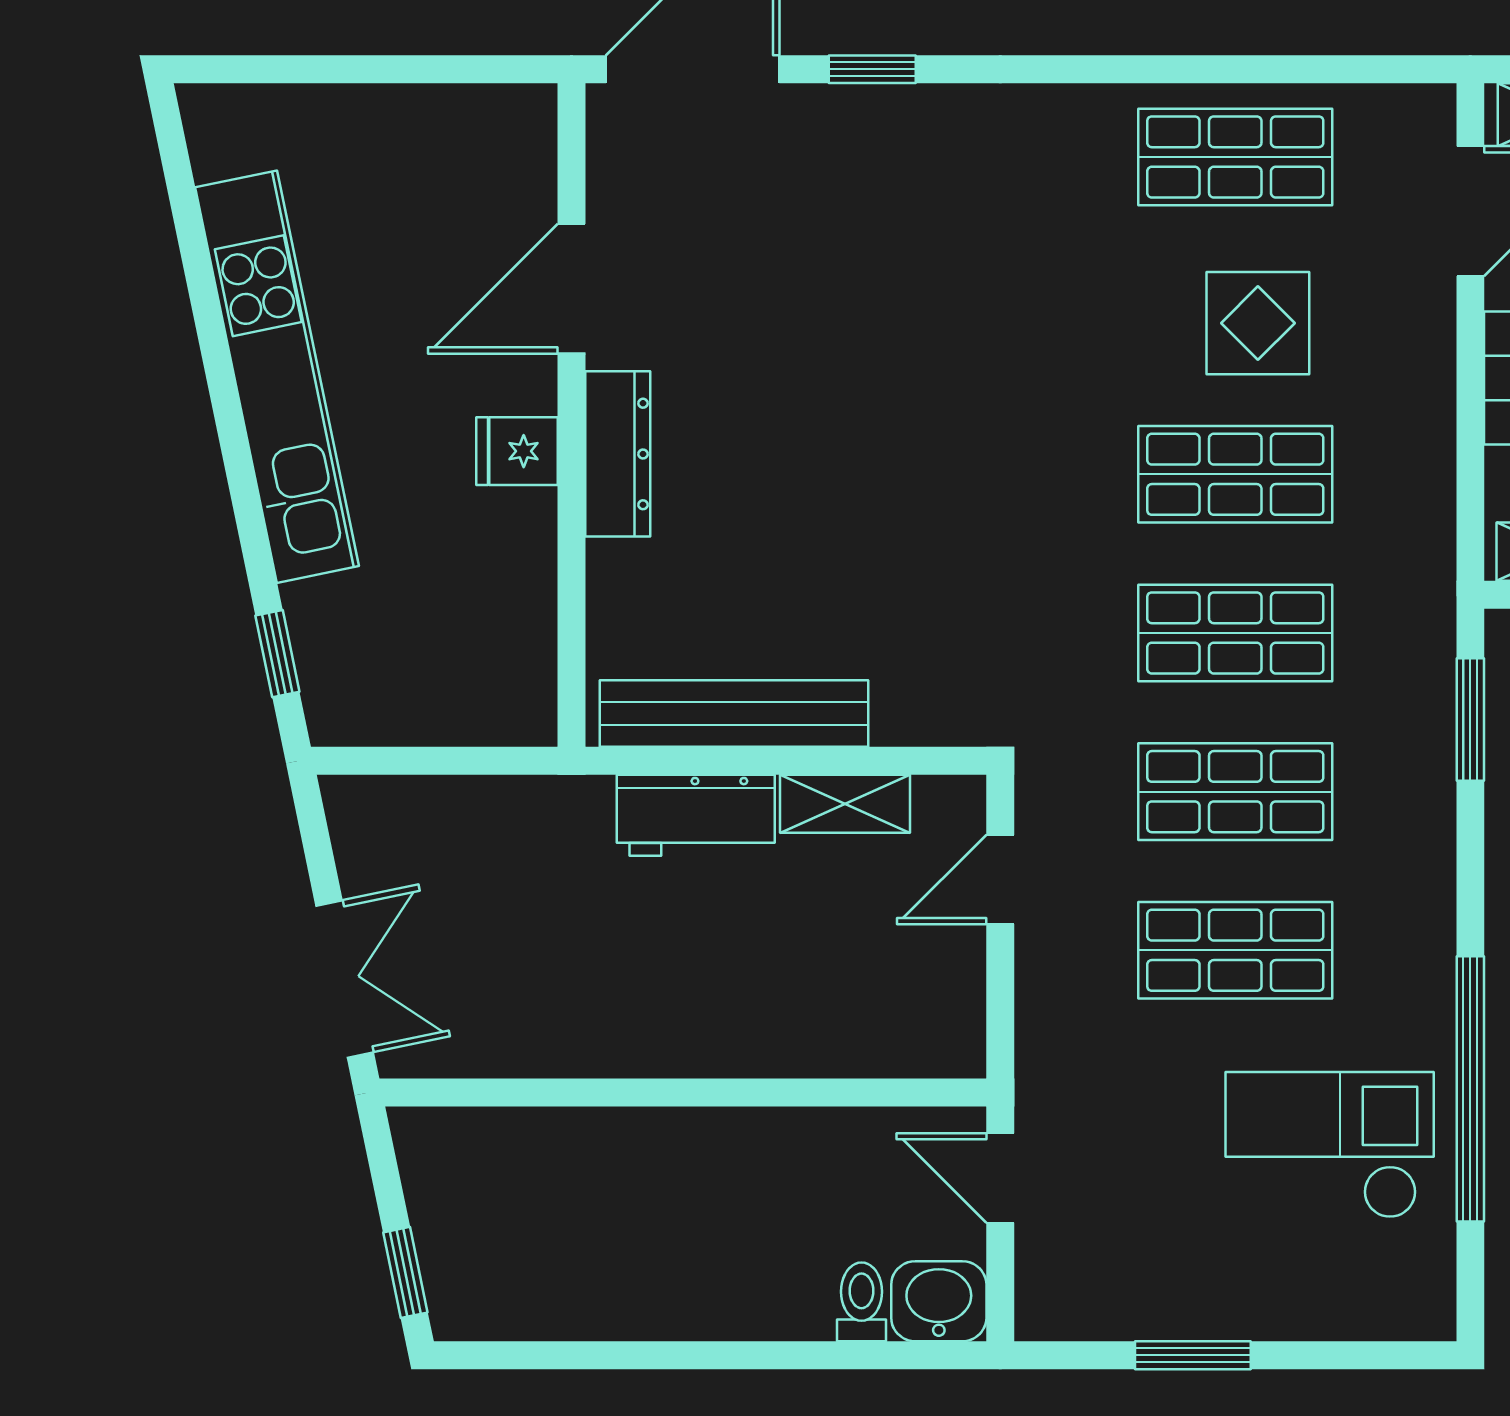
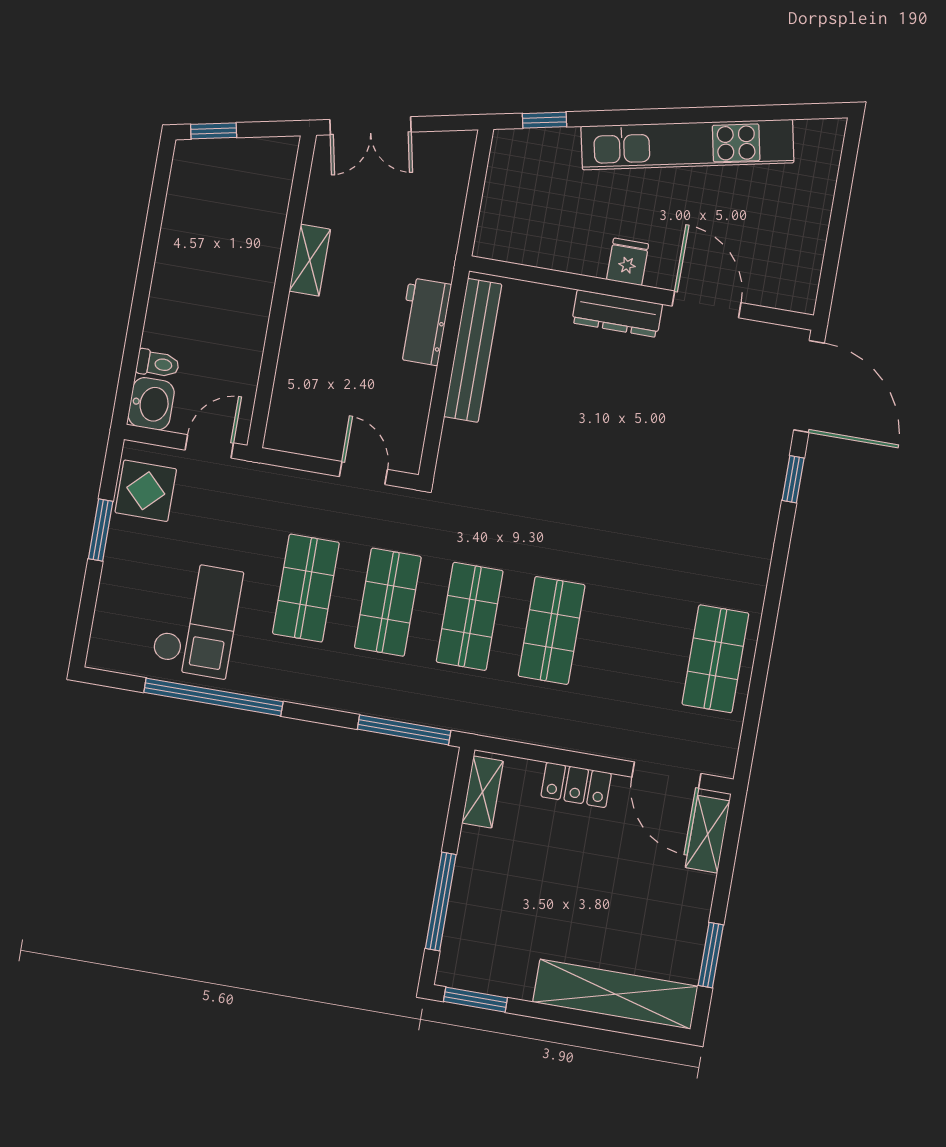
display table: (1258, 323) -> (146, 491), moved
window: (1470, 719) -> (404, 730), width x1.44
shelving: (845, 804) -> (310, 260), moved

